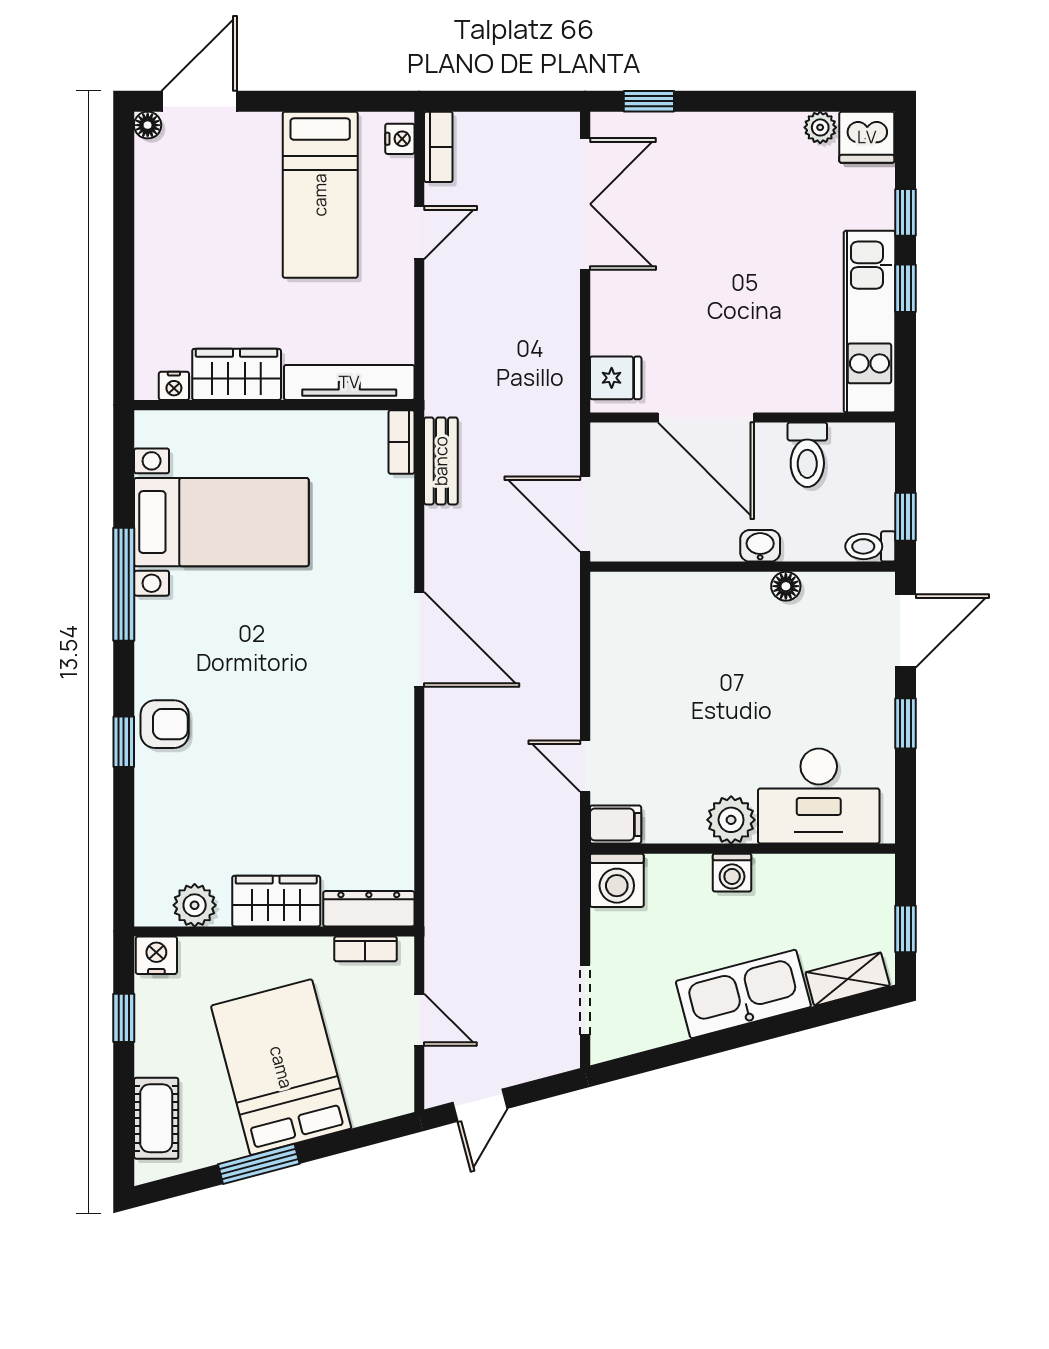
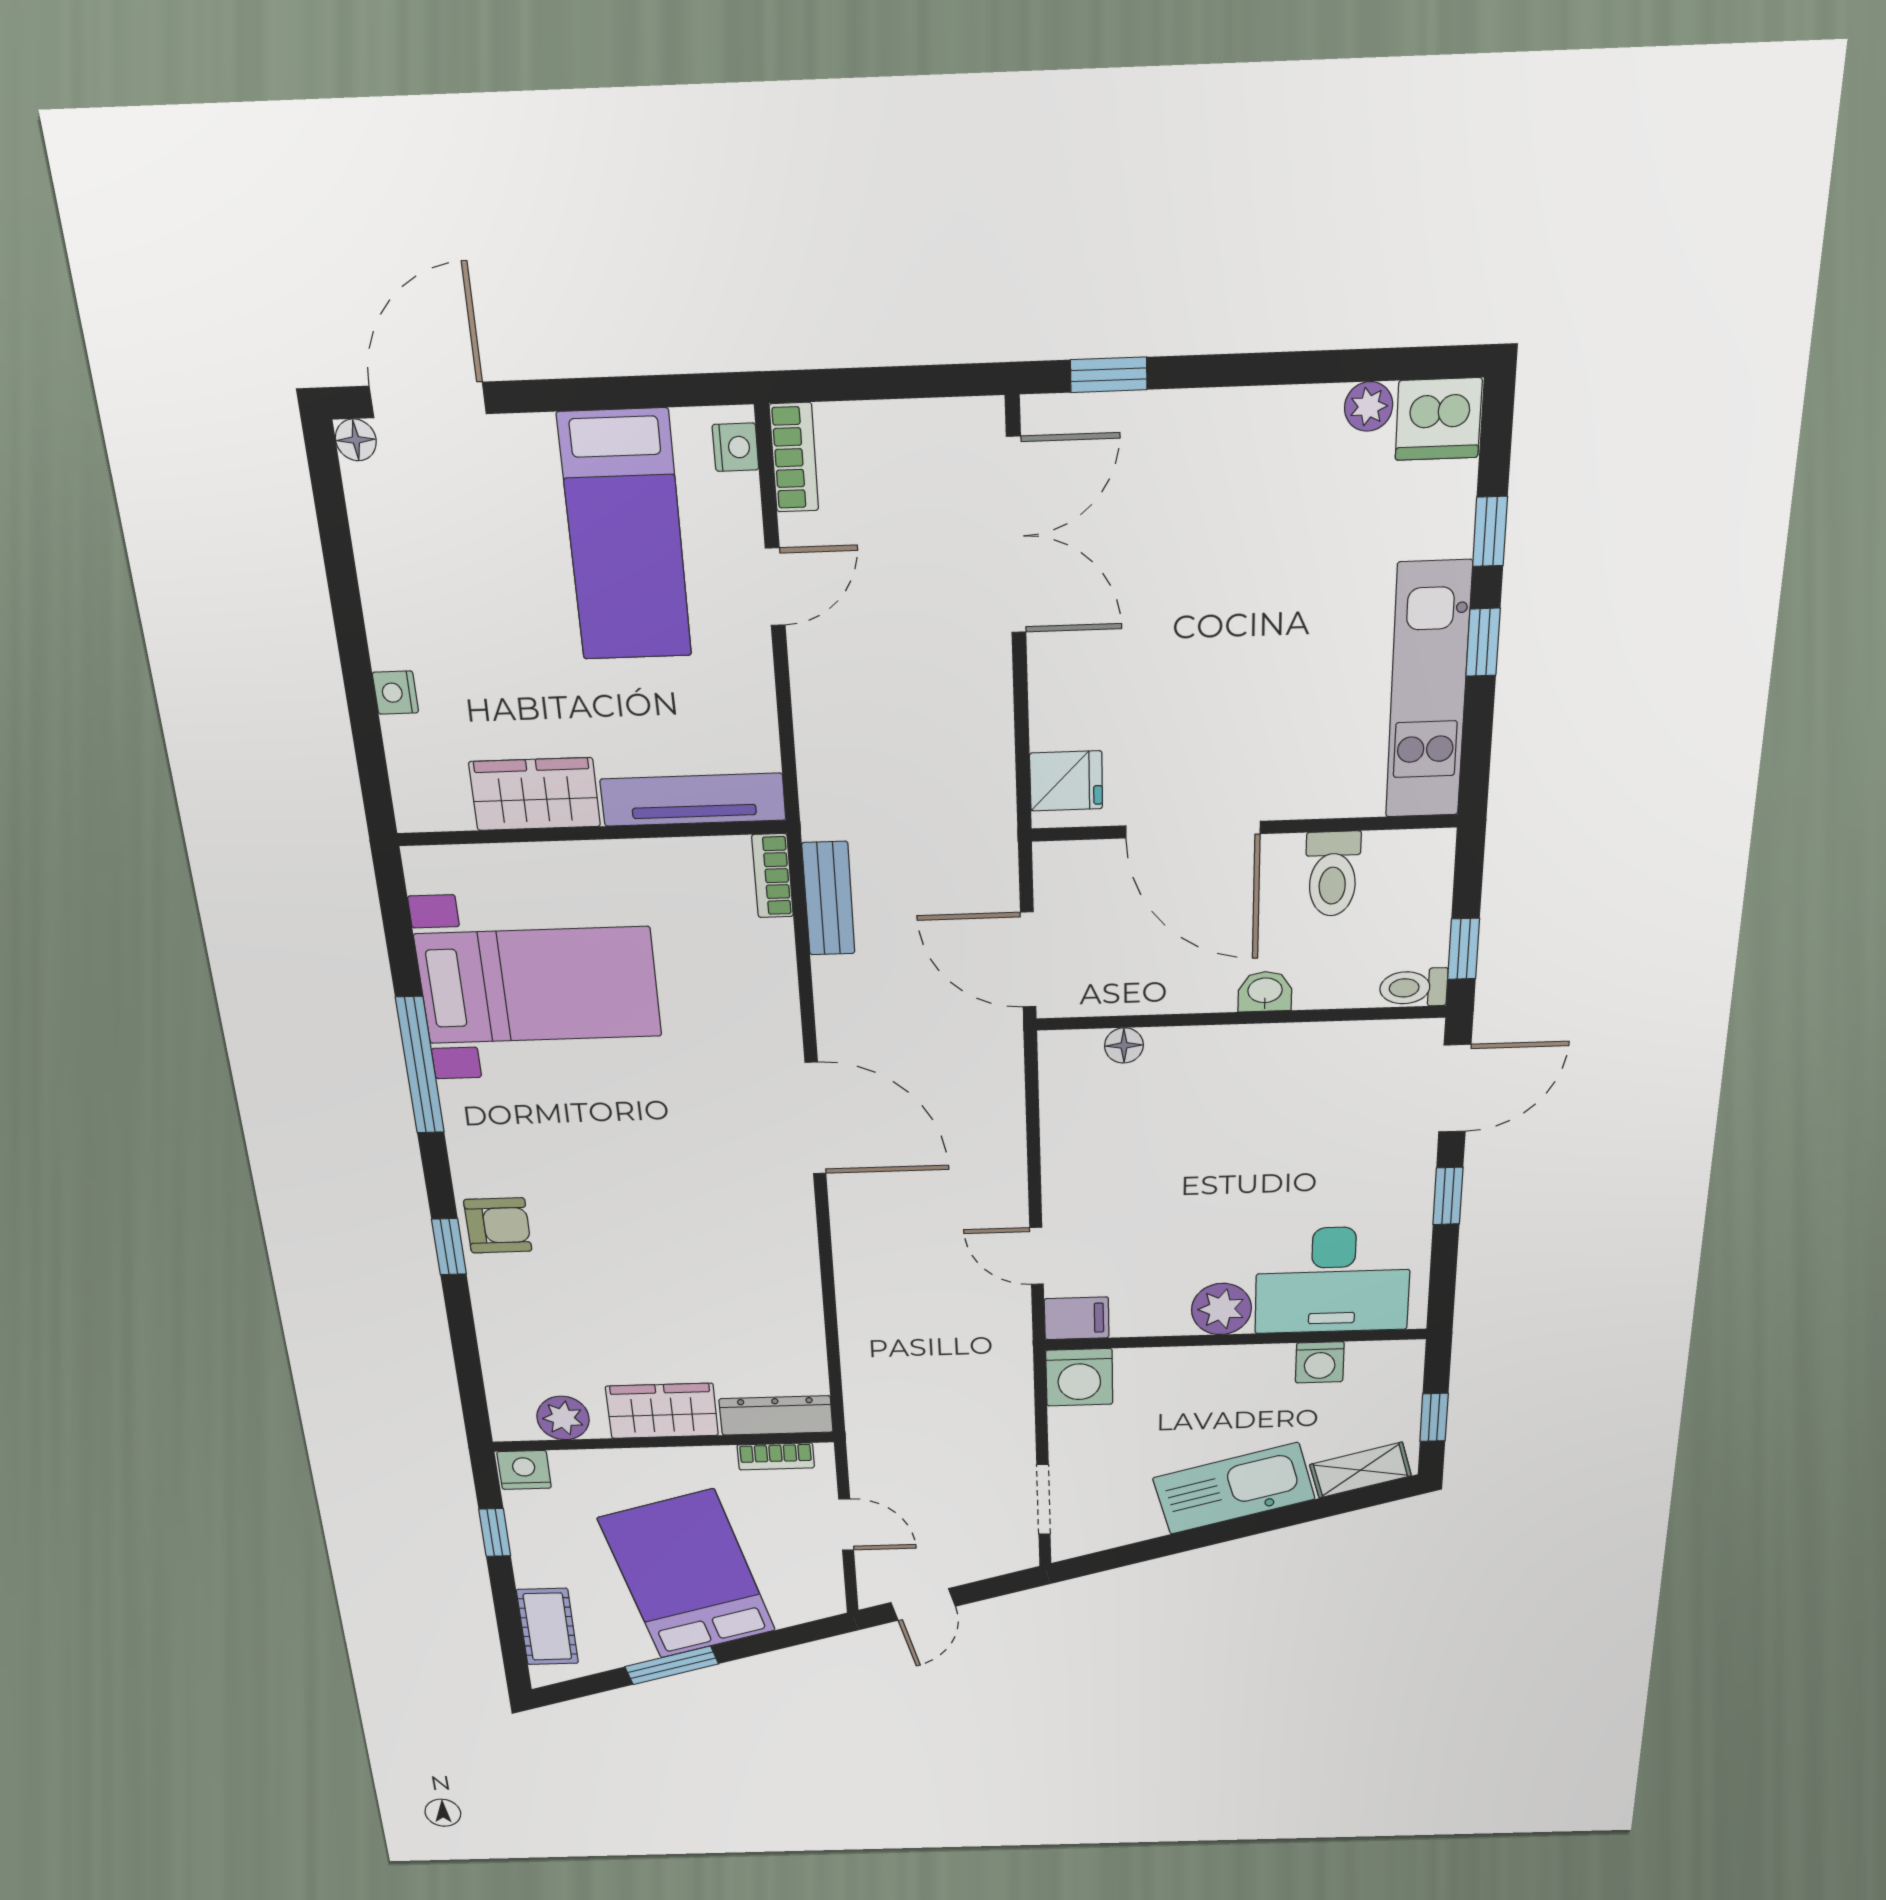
nightstand: (174, 386) -> (395, 693), moved, turned 90
floor lamp: (786, 586) -> (1124, 1045), moved
washing machine: (732, 873) -> (1320, 1362), moved

